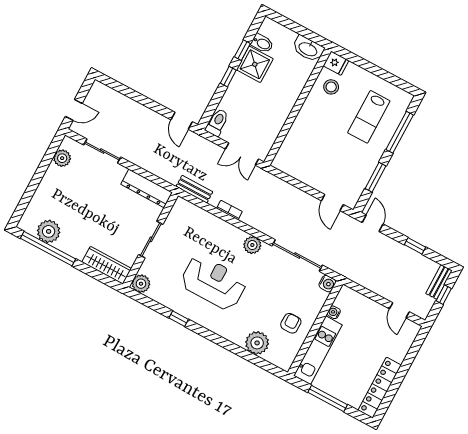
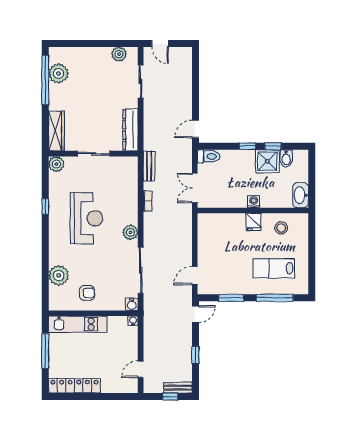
fridge: (336, 63) -> (254, 222), moved
washing machine: (289, 101) -> (254, 202), added
water cooler: (334, 312) -> (133, 321), moved

